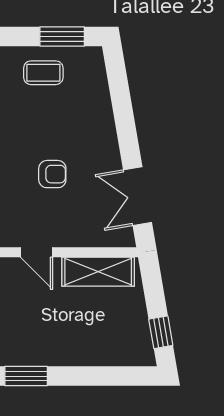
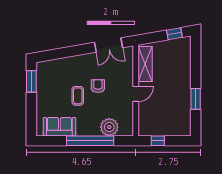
coffee table: (43, 73) -> (78, 96), moved

